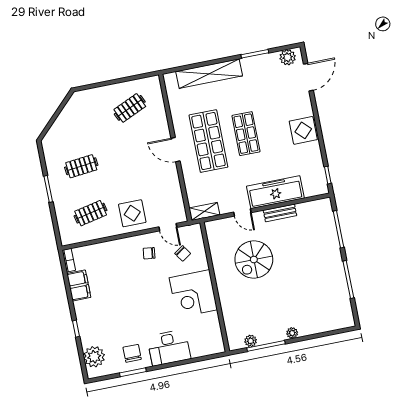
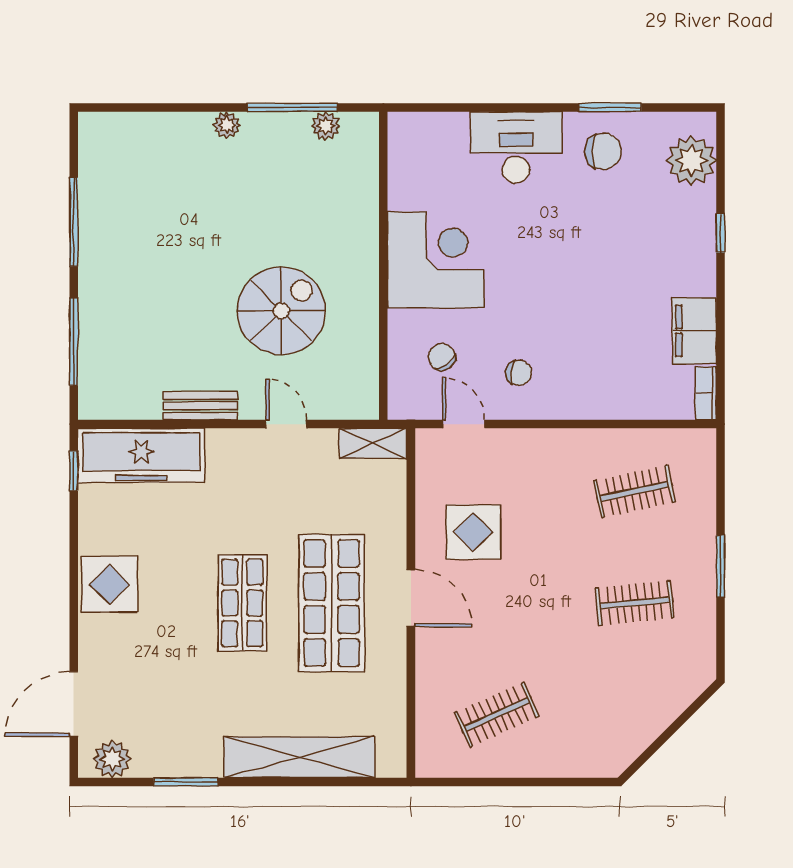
freezer: (275, 192) -> (141, 455), moved
display table: (132, 213) -> (473, 532), moved
chair: (132, 353) -> (603, 151), turned -90

